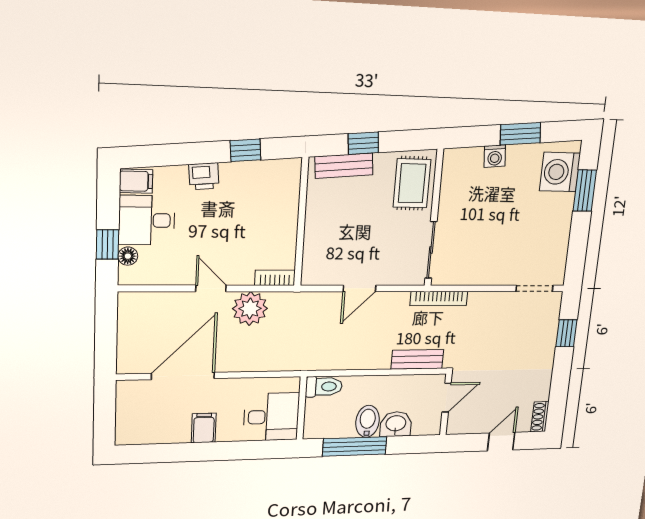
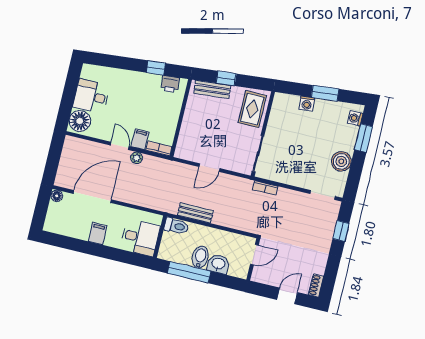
washing machine: (560, 172) -> (355, 118), width x0.53, depth x0.53
printer: (204, 176) -> (170, 84), moved
filing cabinet: (136, 181) -> (140, 139), moved, turned -90
boiler: (556, 233) -> (341, 161), added
window: (107, 245) -> (66, 106), removed
floor lamp: (128, 256) -> (80, 121), width x1.89, depth x1.89
bookcase: (439, 299) -> (265, 188), width x0.64
plant: (250, 309) -> (137, 158), width x0.53, depth x0.53
bench: (417, 359) -> (195, 213), moved
floor lamp: (125, 389) -> (57, 196), added

